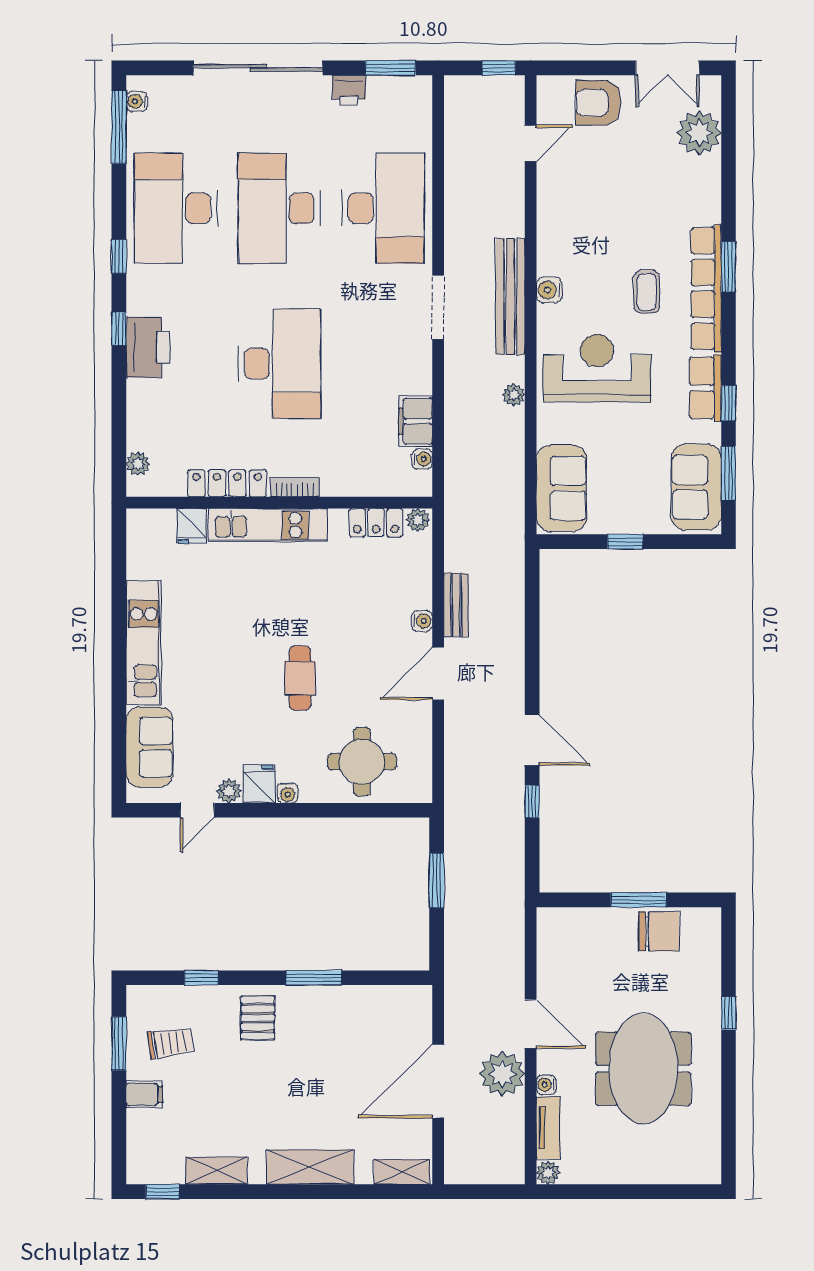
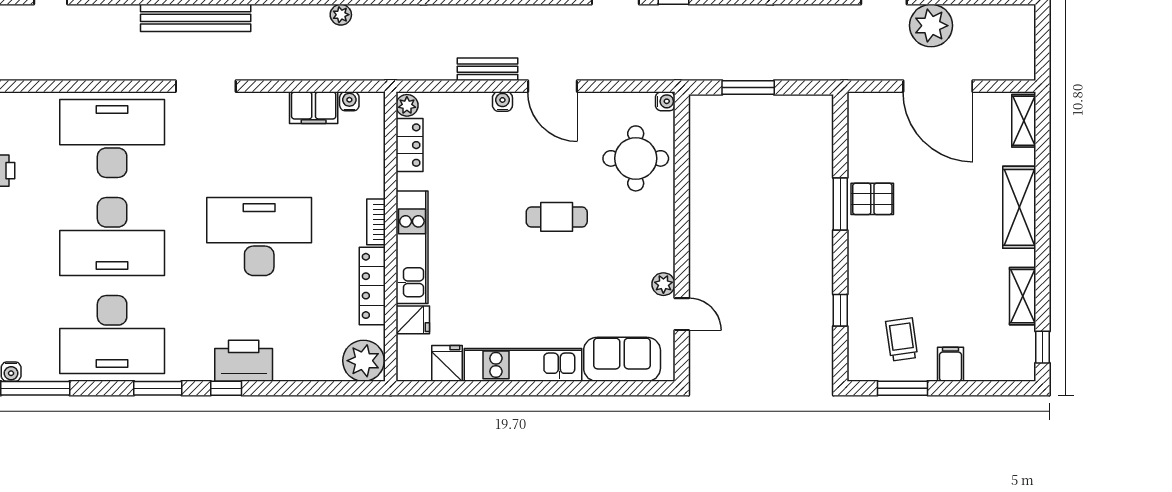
window: (119, 256) -> (158, 388), width x1.50
plant: (514, 395) -> (341, 15), moved
plant: (138, 464) -> (363, 361), width x1.88, depth x1.88
fridge: (259, 784) -> (447, 363), moved, turned 90
water cooler: (288, 793) -> (665, 101), moved
pallet: (258, 1018) -> (872, 199), moved

